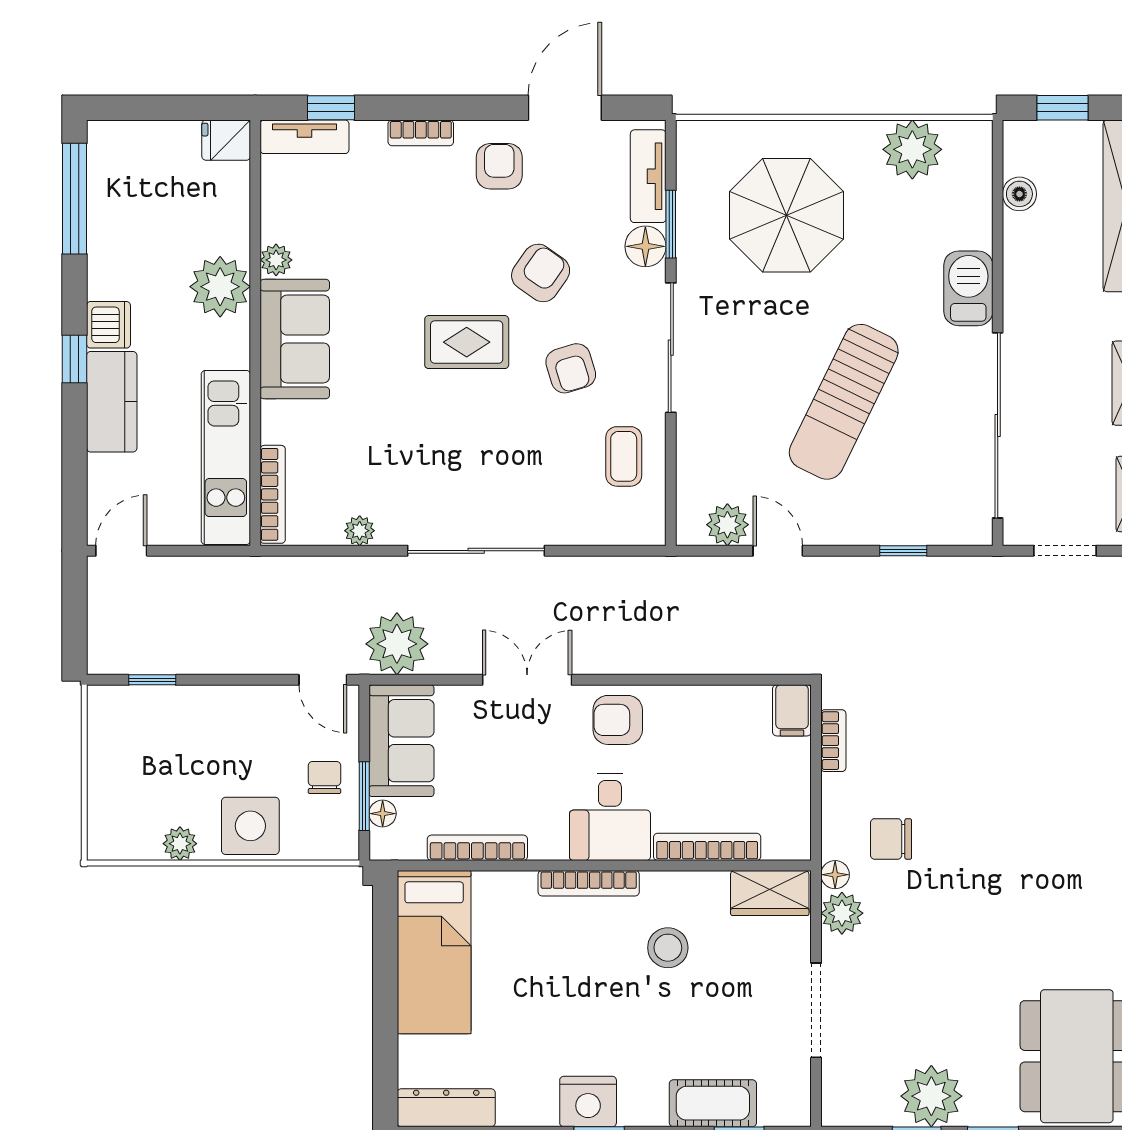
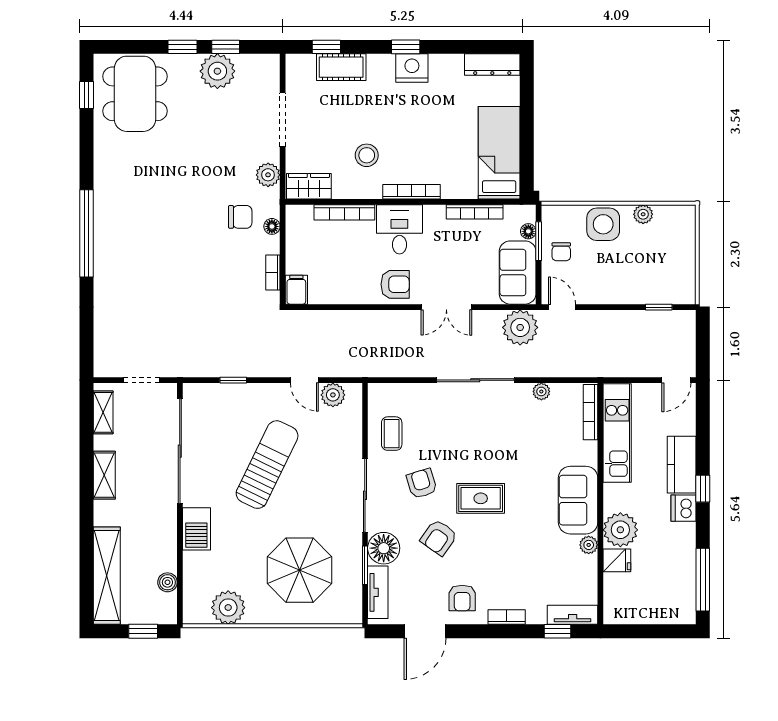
fridge: (226, 140) -> (617, 560), moved
floor lamp: (645, 246) -> (384, 548), width x1.38, depth x1.38
floor lamp: (835, 875) -> (272, 226), moved

